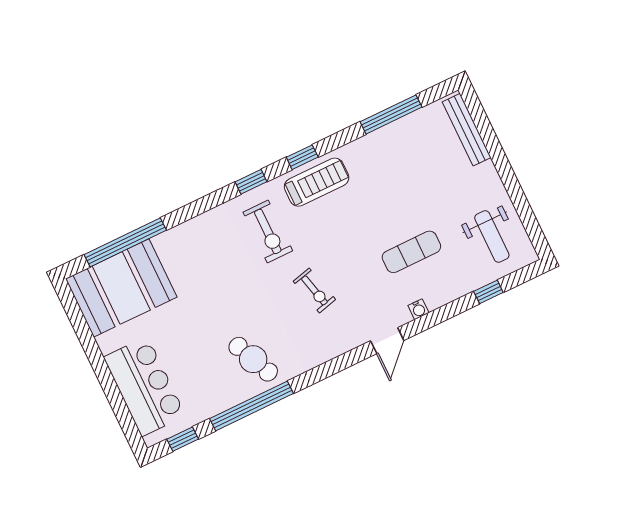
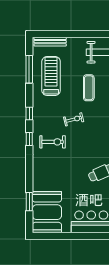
treadmill: (317, 182) -> (51, 76), moved, width x1.37, depth x1.38
window: (125, 242) -> (29, 202), width x0.47
exercise bike: (314, 290) -> (74, 119), moved

